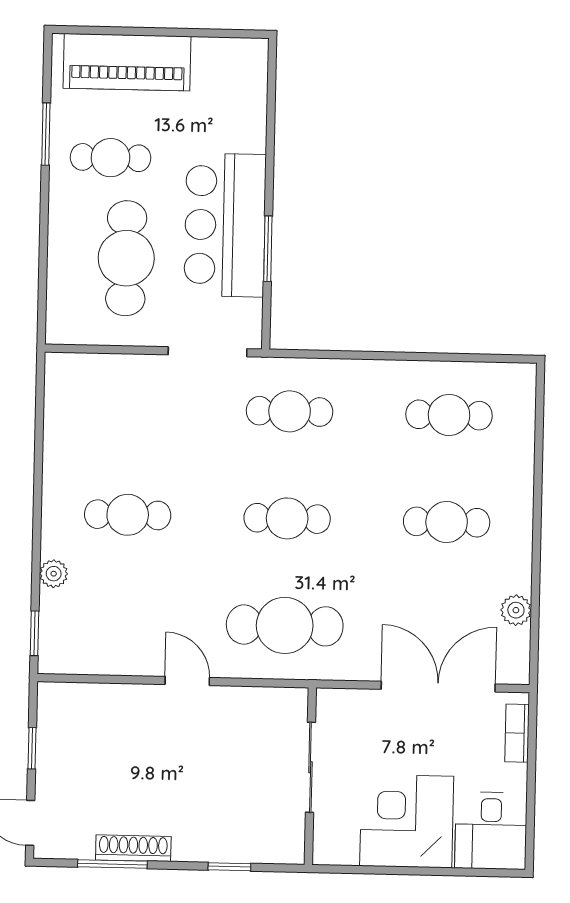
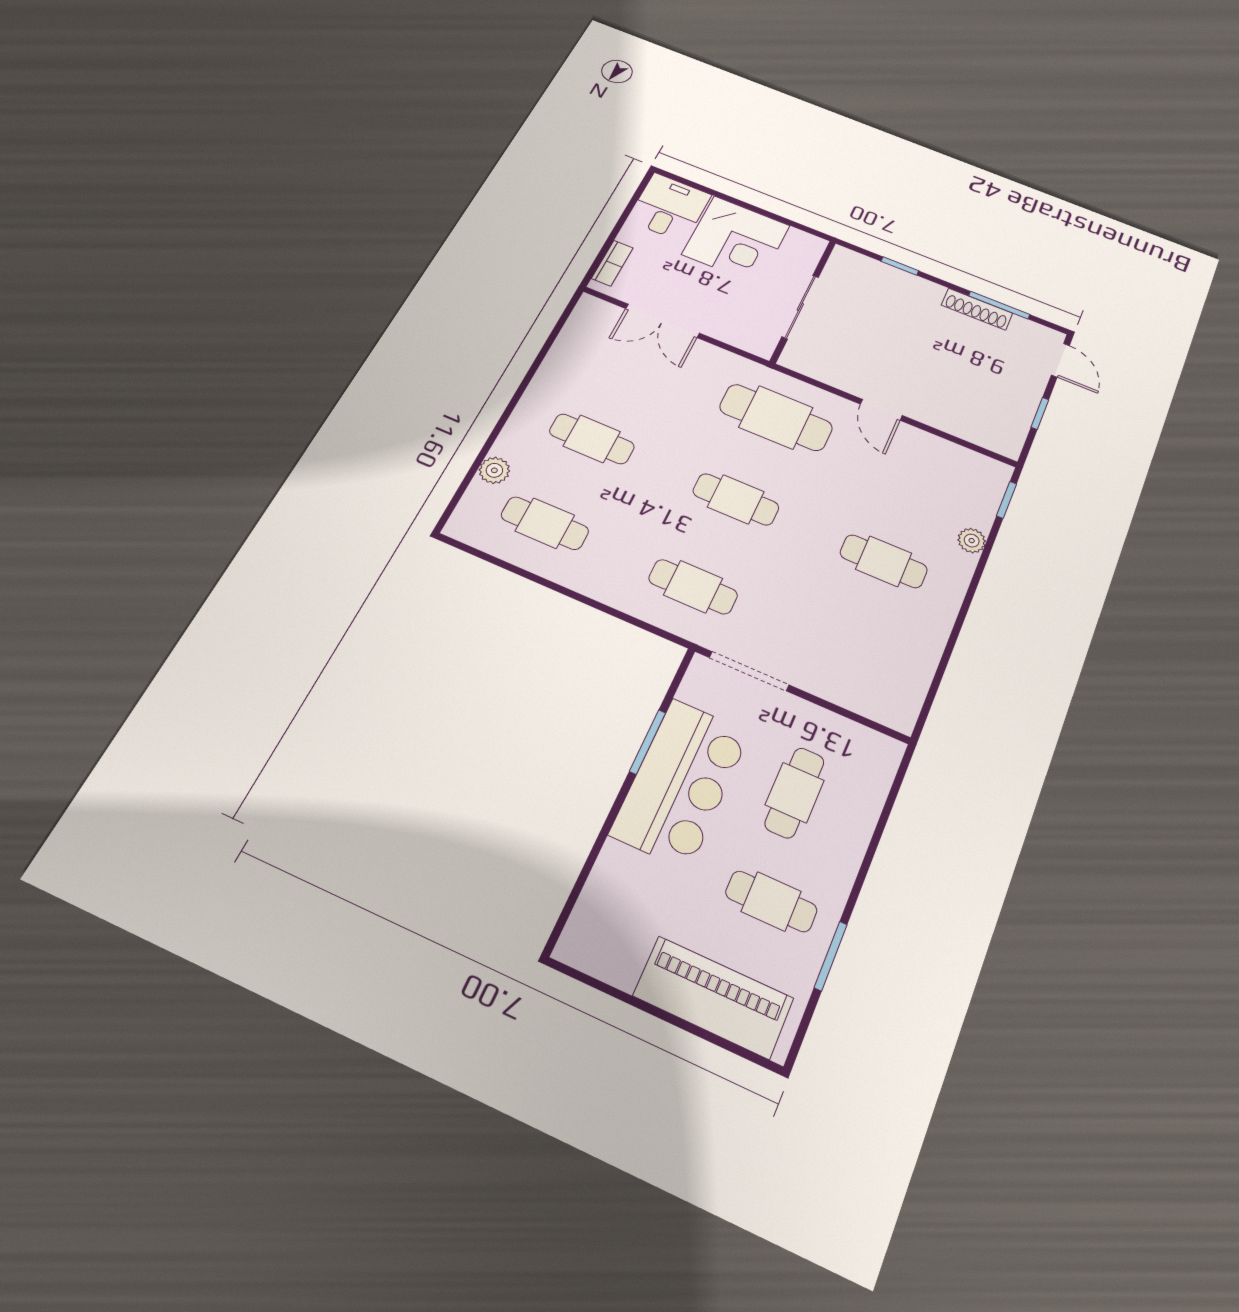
cafe table: (126, 258) -> (795, 793), width x0.73, depth x0.74
plant: (516, 610) -> (494, 470), moved
double door: (438, 687) -> (663, 321), width x0.73

